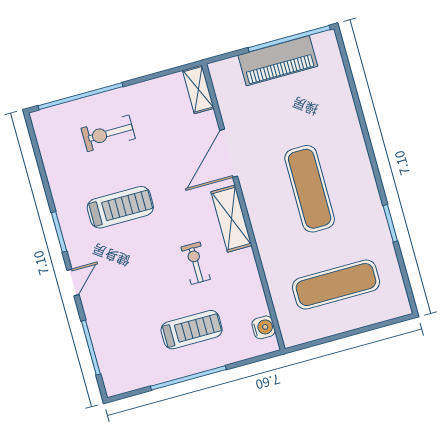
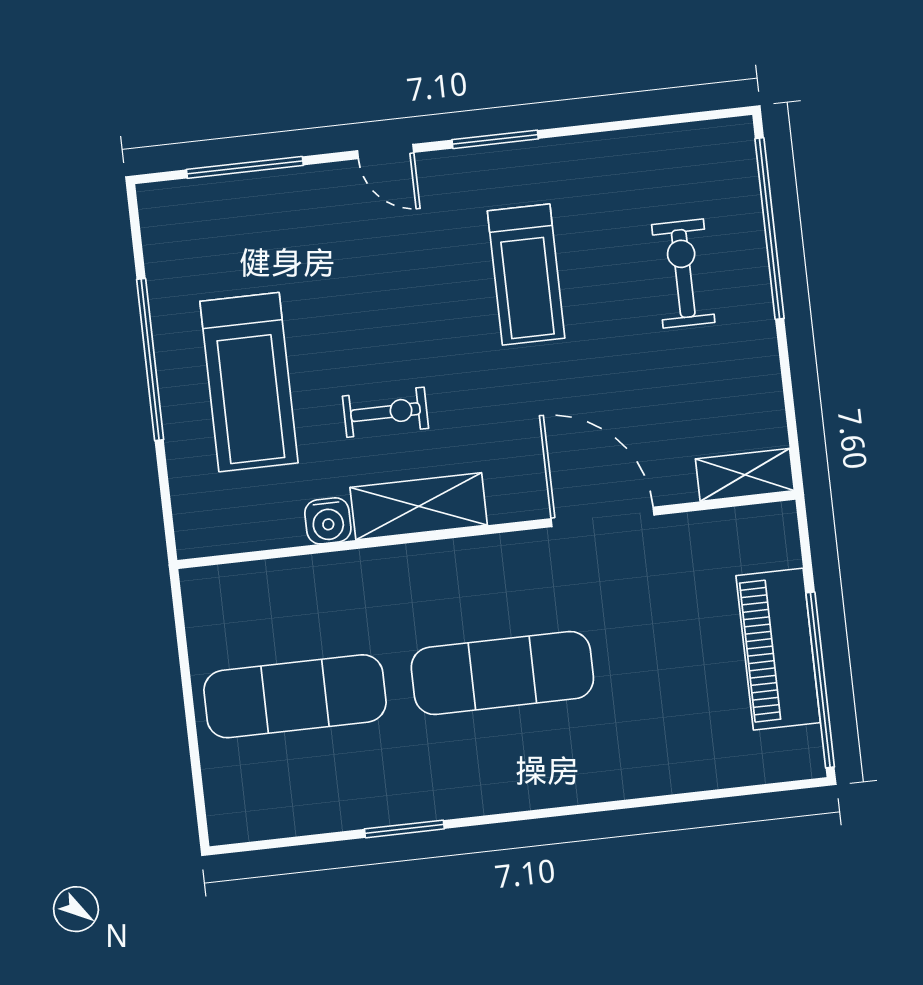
shelving: (231, 219) -> (419, 506), moved
exercise mat: (336, 285) -> (295, 696), turned 90
water cooler: (263, 327) -> (328, 521), moved
treadmill: (192, 330) -> (249, 382), width x1.37, depth x1.38

